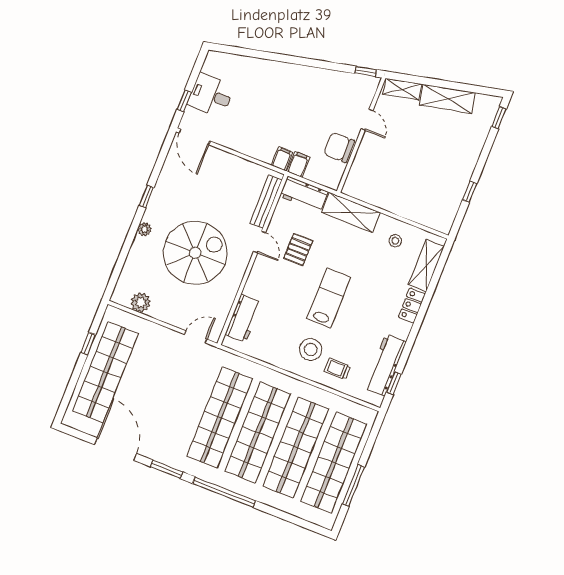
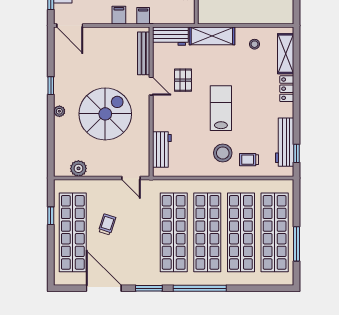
filing cabinet: (298, 164) -> (119, 15), moved
door: (196, 337) -> (131, 178), swing flipped
trolley: (148, 379) -> (107, 224), added

